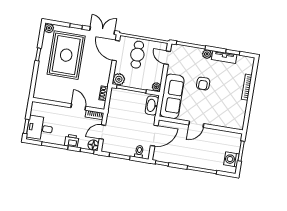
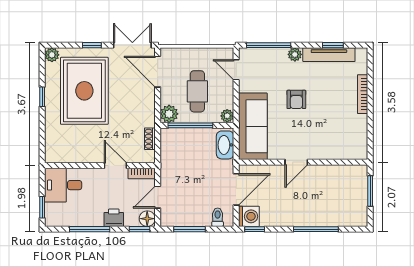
cafe table: (137, 55) -> (197, 91), moved
tv unit: (224, 57) -> (329, 55), width x1.41
desk: (40, 128) -> (63, 185), moved
washing machine: (231, 159) -> (249, 216), moved, turned 180

